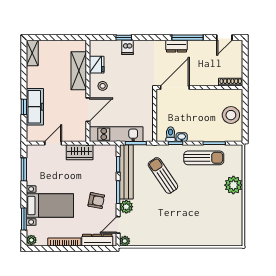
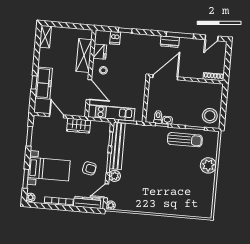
dishwasher: (127, 47) -> (115, 38), moved
door: (88, 110) -> (89, 90), hinge flipped
stool: (231, 115) -> (210, 116), moved
door: (53, 143) -> (57, 116), hinge flipped
sun lounger: (163, 176) -> (148, 152), removed

